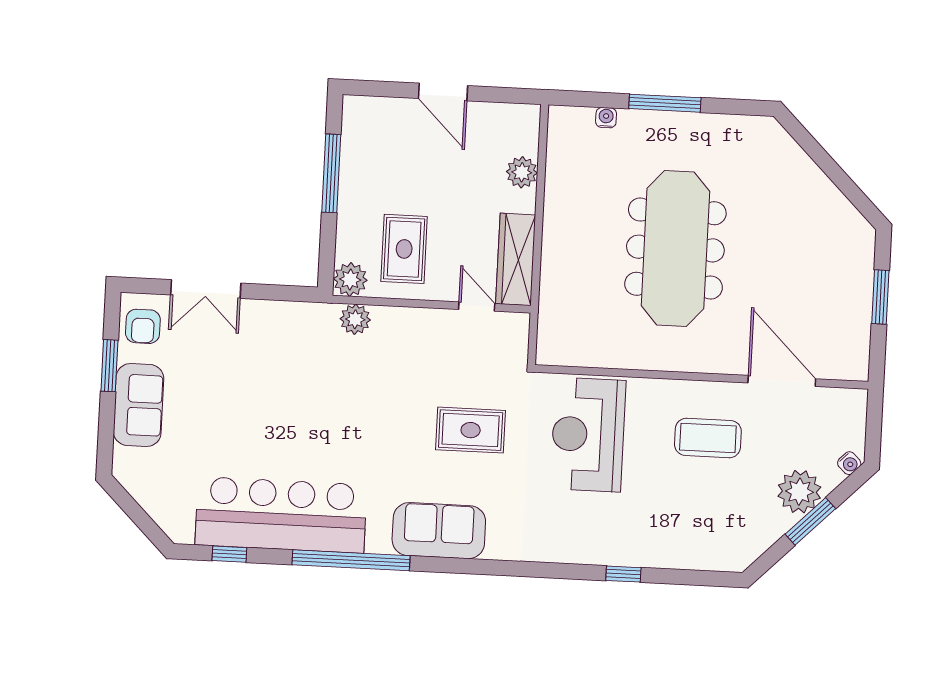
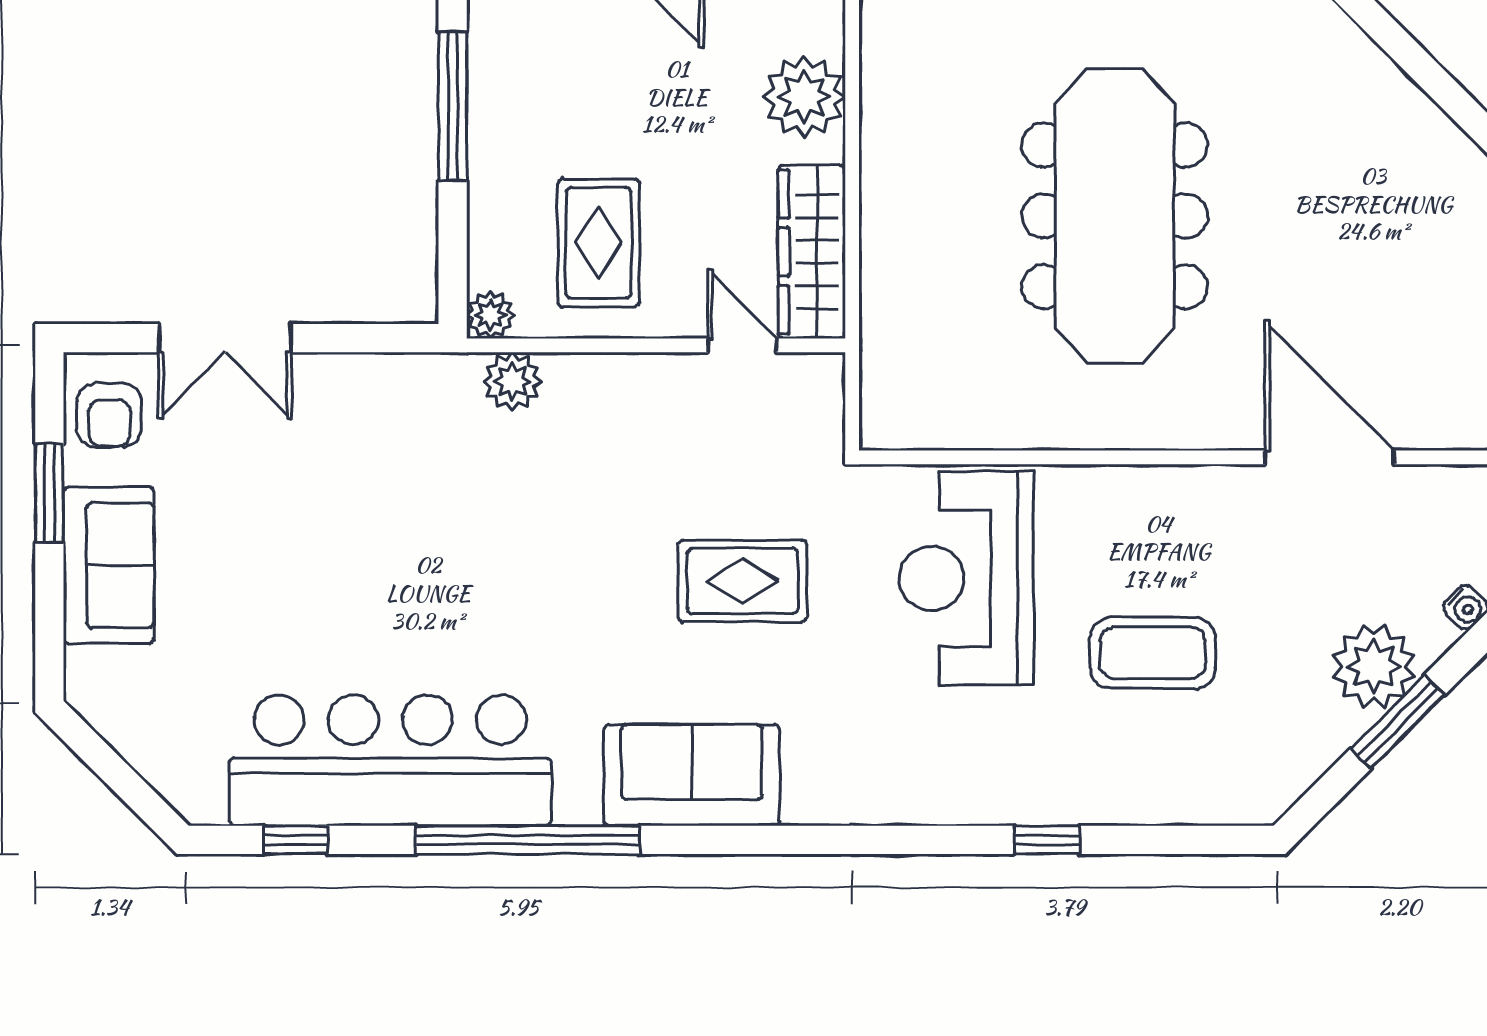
plant: (522, 172) -> (804, 97), width x1.36, depth x1.36
plant: (350, 279) -> (490, 315), width x0.73, depth x0.73
coffee table: (708, 438) -> (1153, 653), moved

